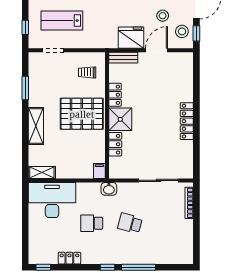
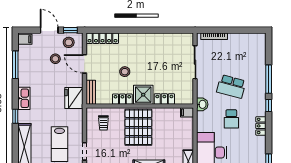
fridge: (131, 38) -> (74, 98), moved
stool: (147, 98) -> (125, 72), added
locker: (187, 121) -> (102, 38), moved
school desk: (130, 223) -> (231, 86), width x1.85
locker: (69, 258) -> (261, 126), moved

